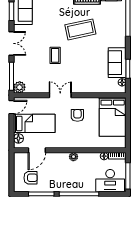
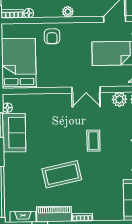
plant: (34, 87) -> (119, 99), added
armchair: (77, 115) -> (52, 36), moved

